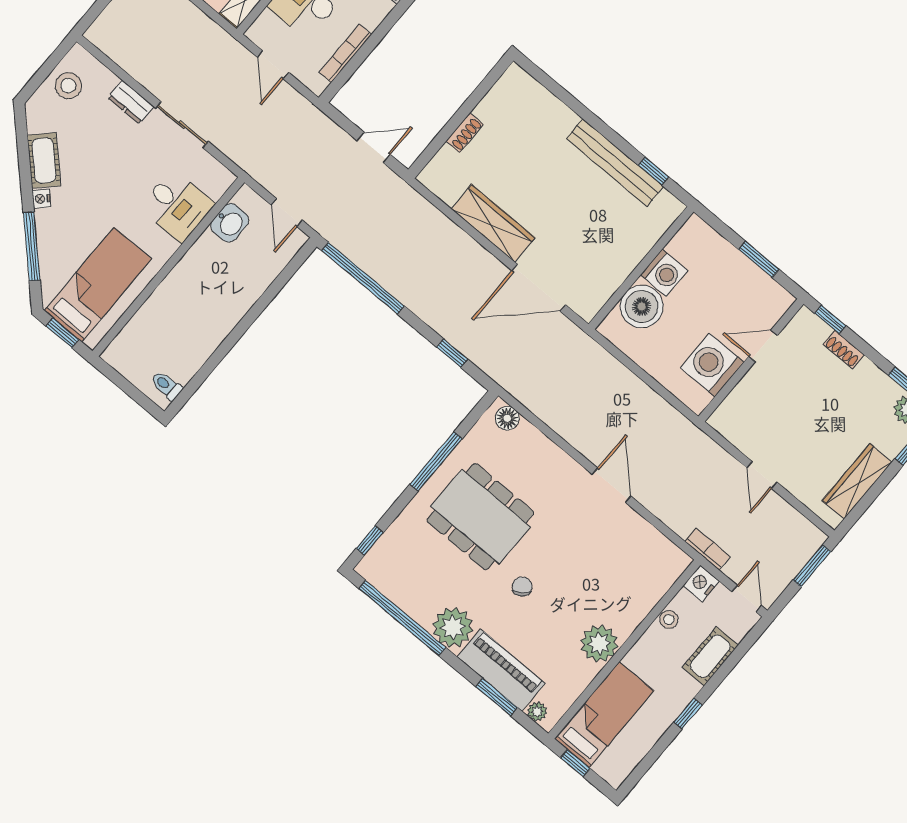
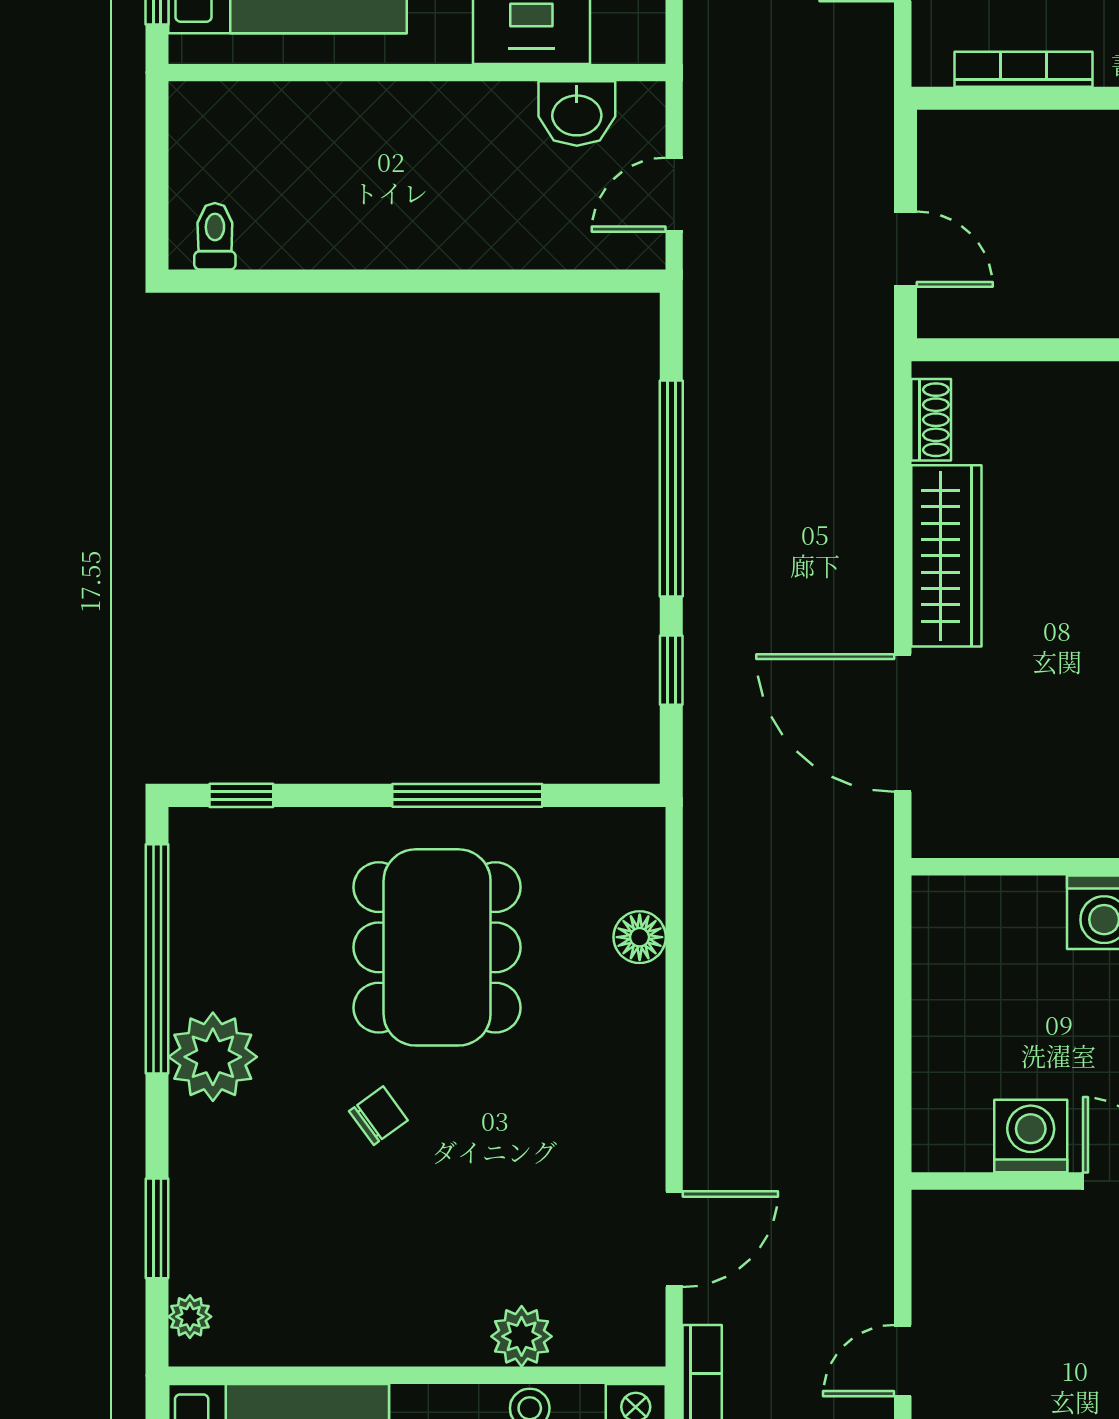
shoe rack: (465, 133) -> (931, 420), moved, turned -90
window: (363, 278) -> (671, 489), moved
boiler: (642, 307) -> (1016, 922), removed
washing machine: (712, 365) -> (1031, 1136), width x0.73, depth x0.73
floor lamp: (507, 418) -> (640, 937), moved
door: (612, 485) -> (674, 1239), moved
plant: (599, 644) -> (522, 1336), moved, width x0.73, depth x0.73
piano: (501, 670) -> (209, 1198), removed

